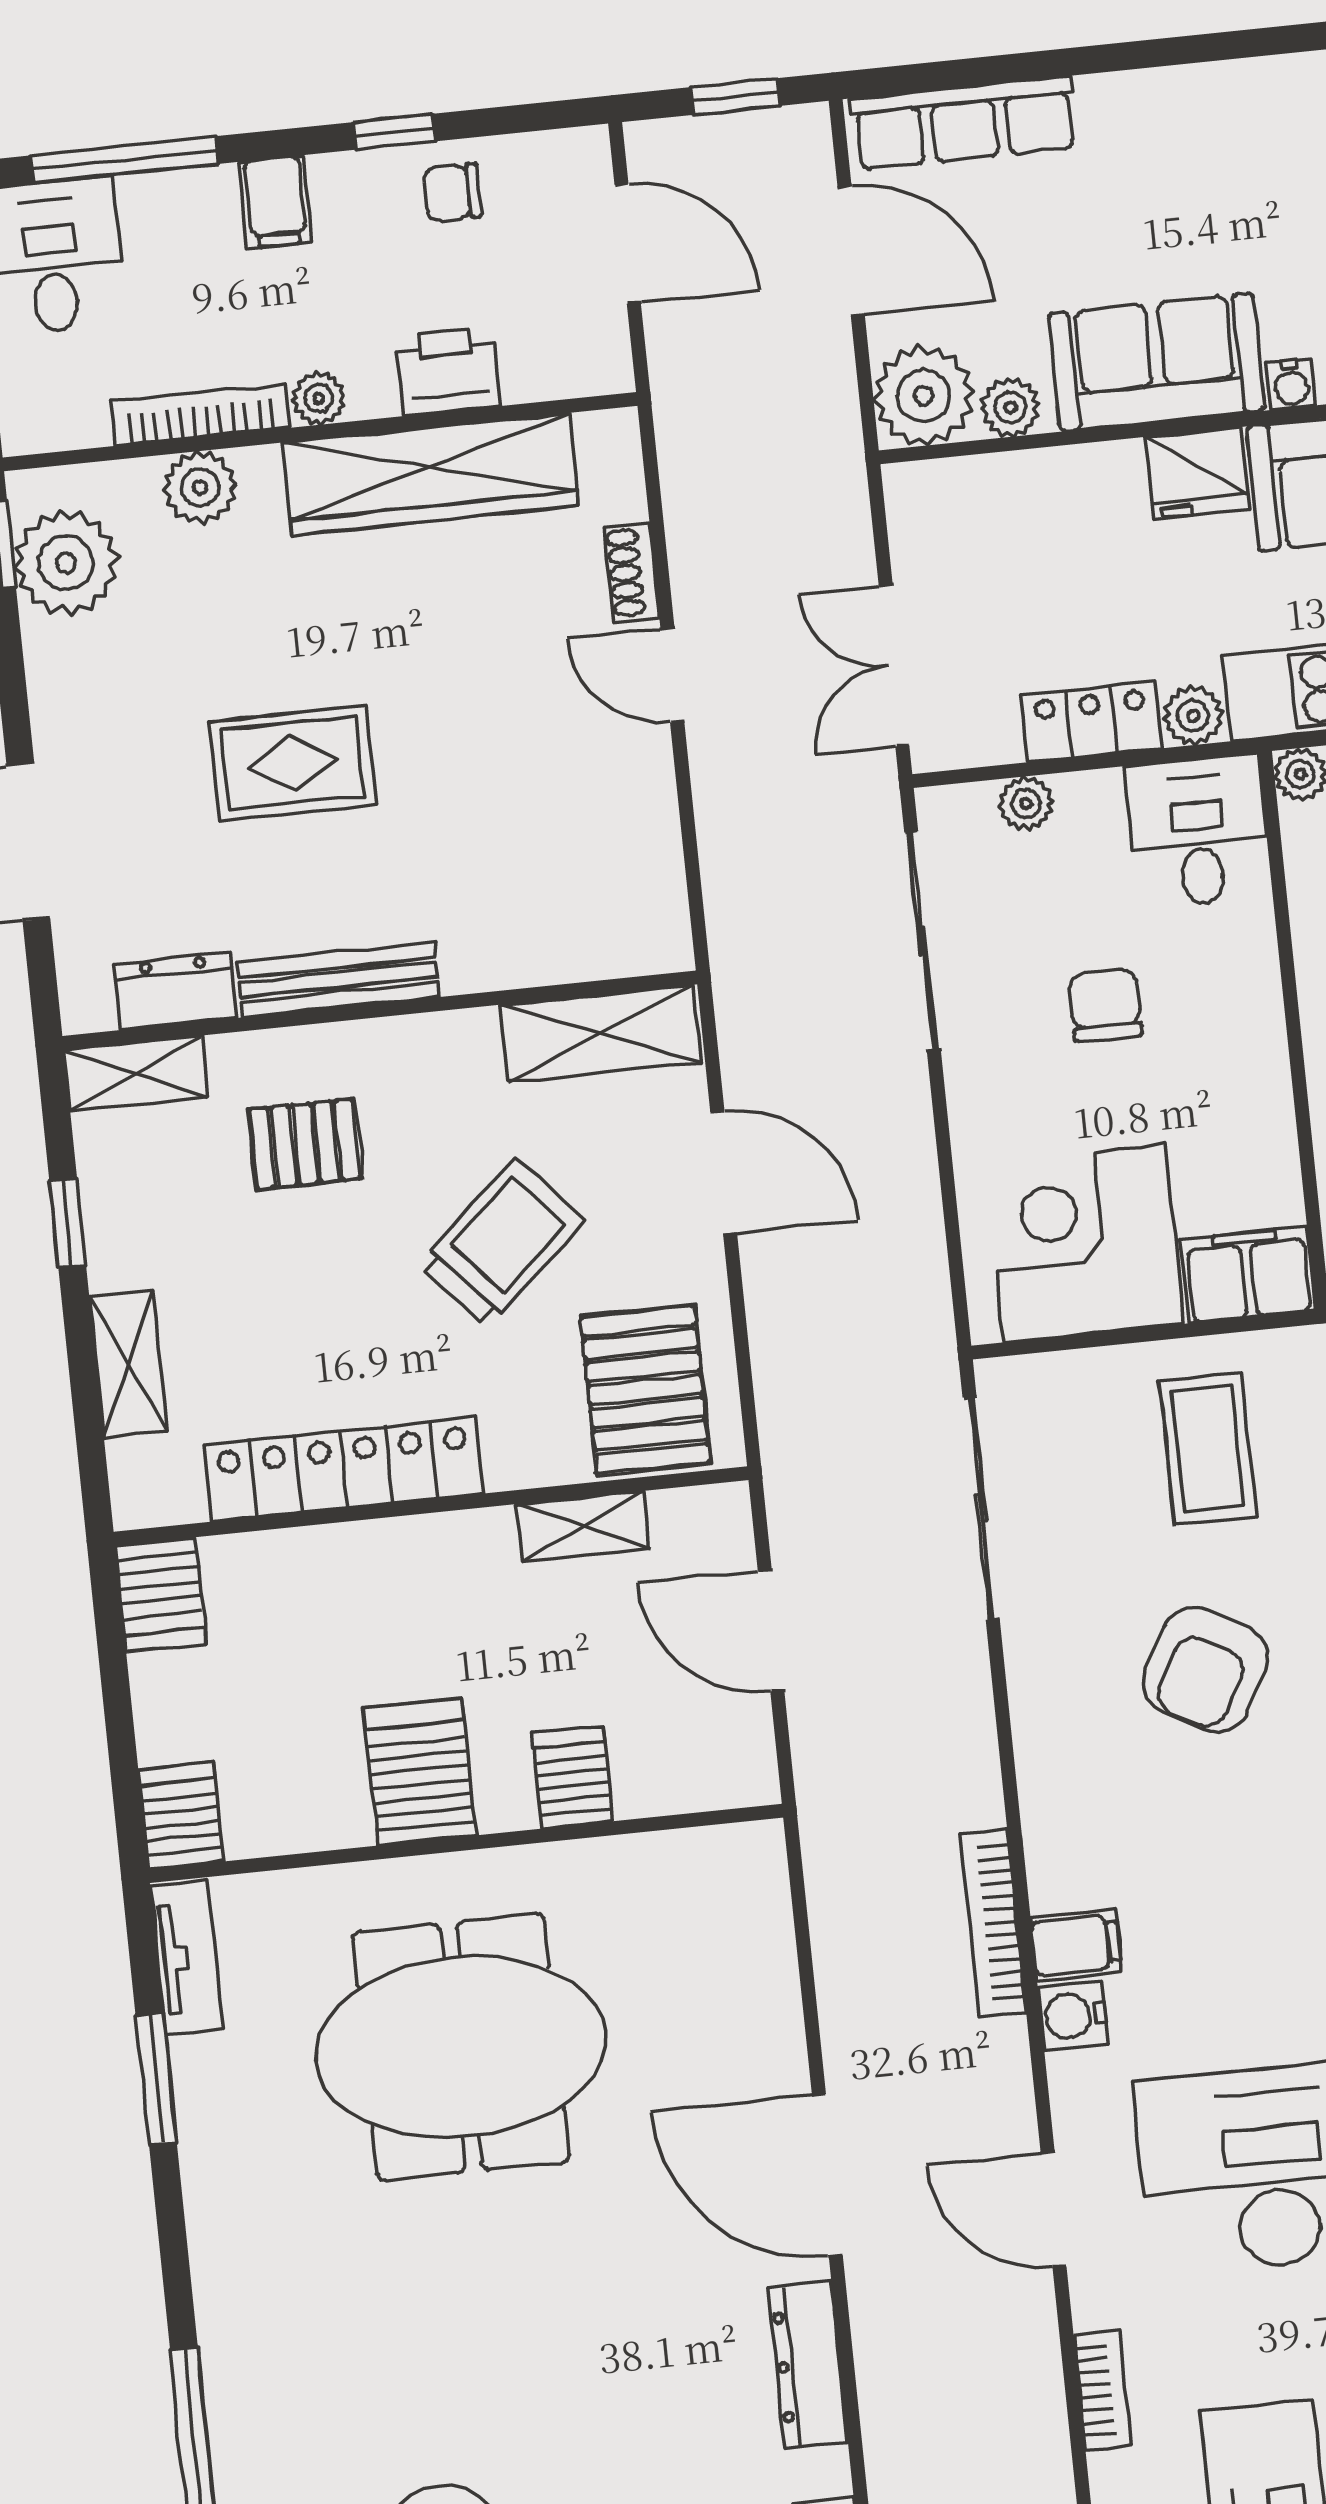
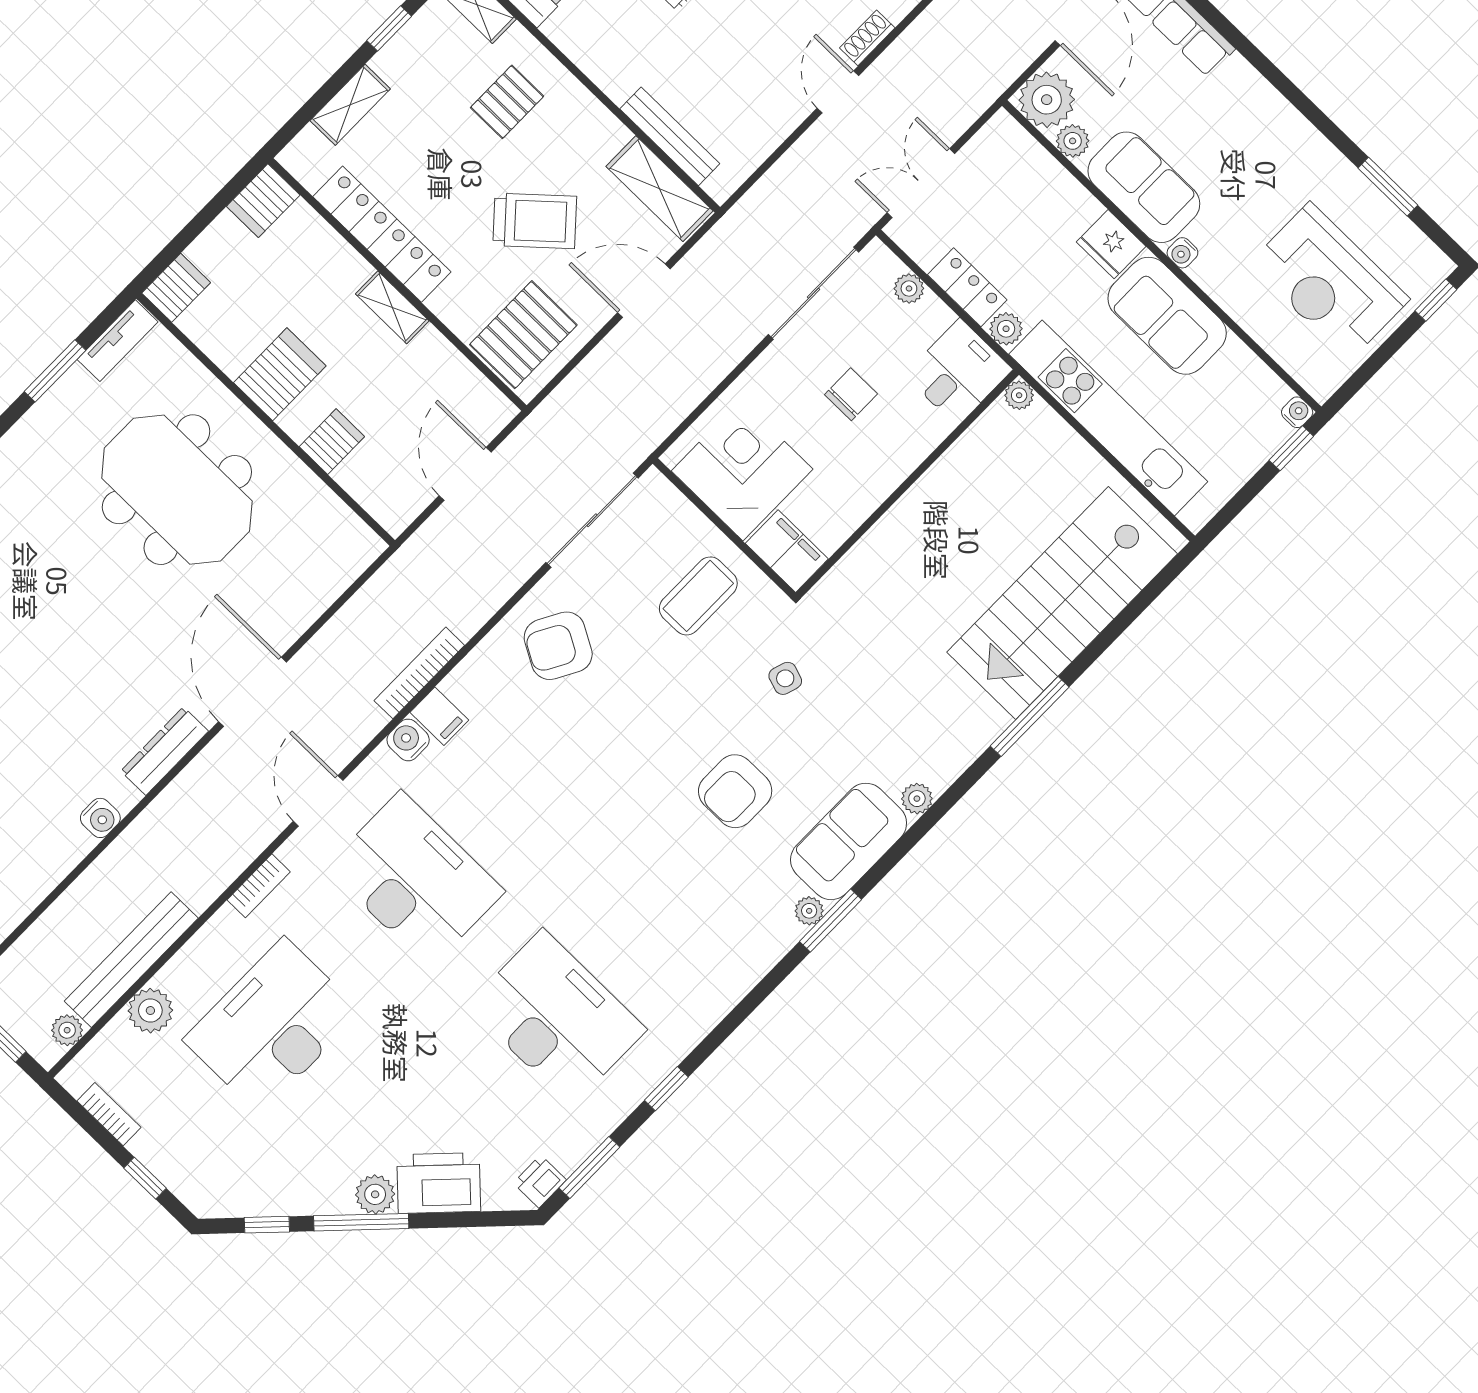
bench: (338, 980) -> (670, 136), moved
pallet: (305, 1144) -> (507, 102), turned 90
door: (724, 1172) -> (644, 291), swing flipped
shelving: (583, 1526) -> (392, 307), moved
armchair: (1206, 1670) -> (558, 646), moved

